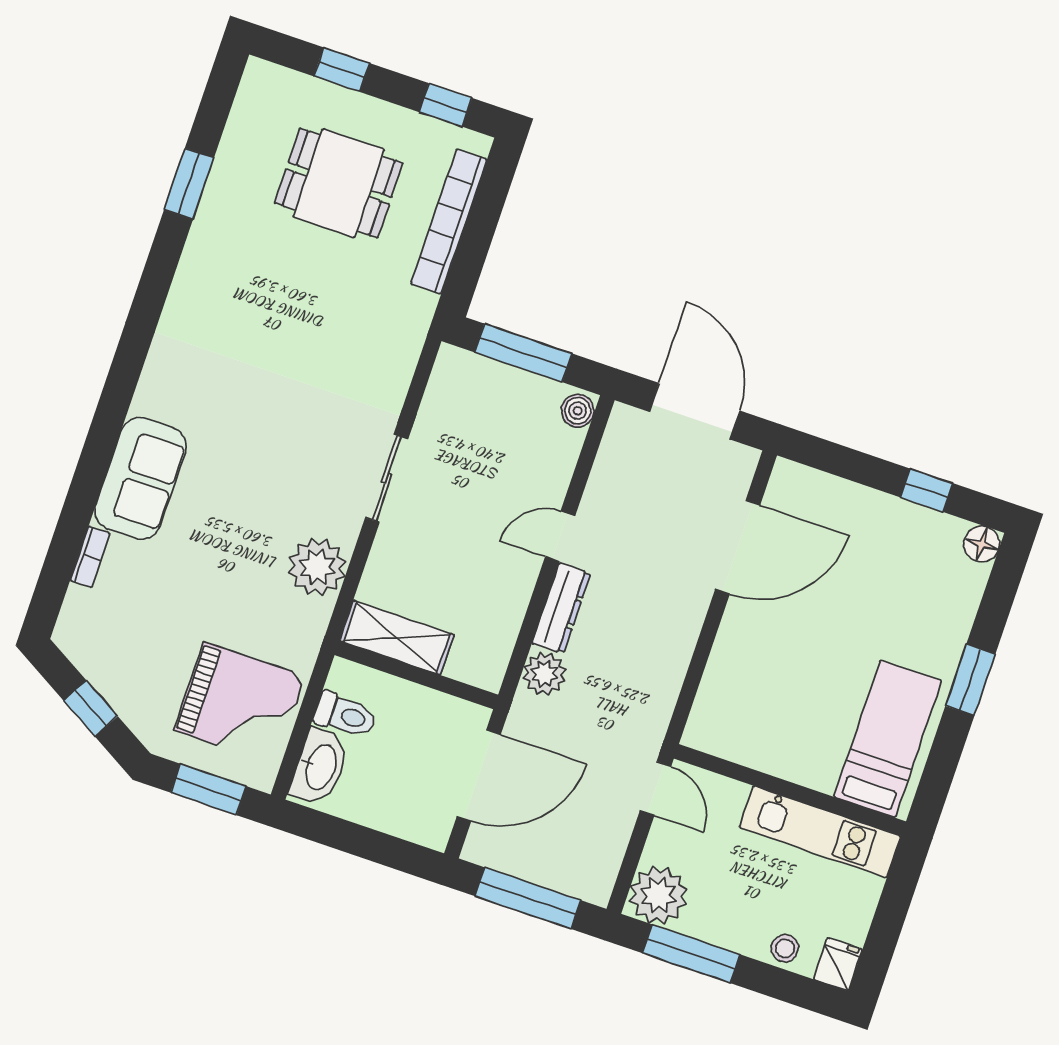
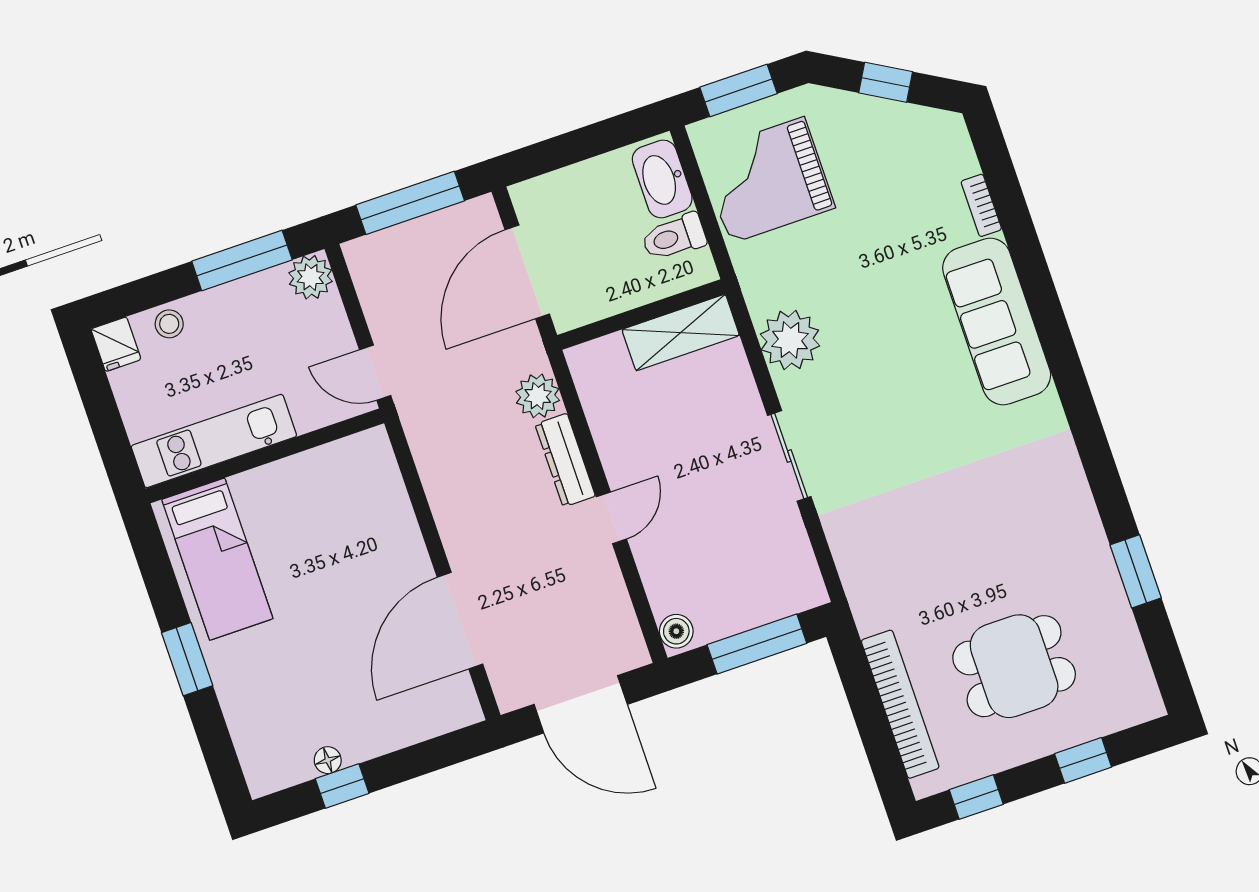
sofa: (140, 478) -> (997, 321), width x1.36
floor lamp: (982, 544) -> (328, 760), moved, width x0.73, depth x0.73
plant: (658, 895) -> (311, 277), width x0.73, depth x0.73

